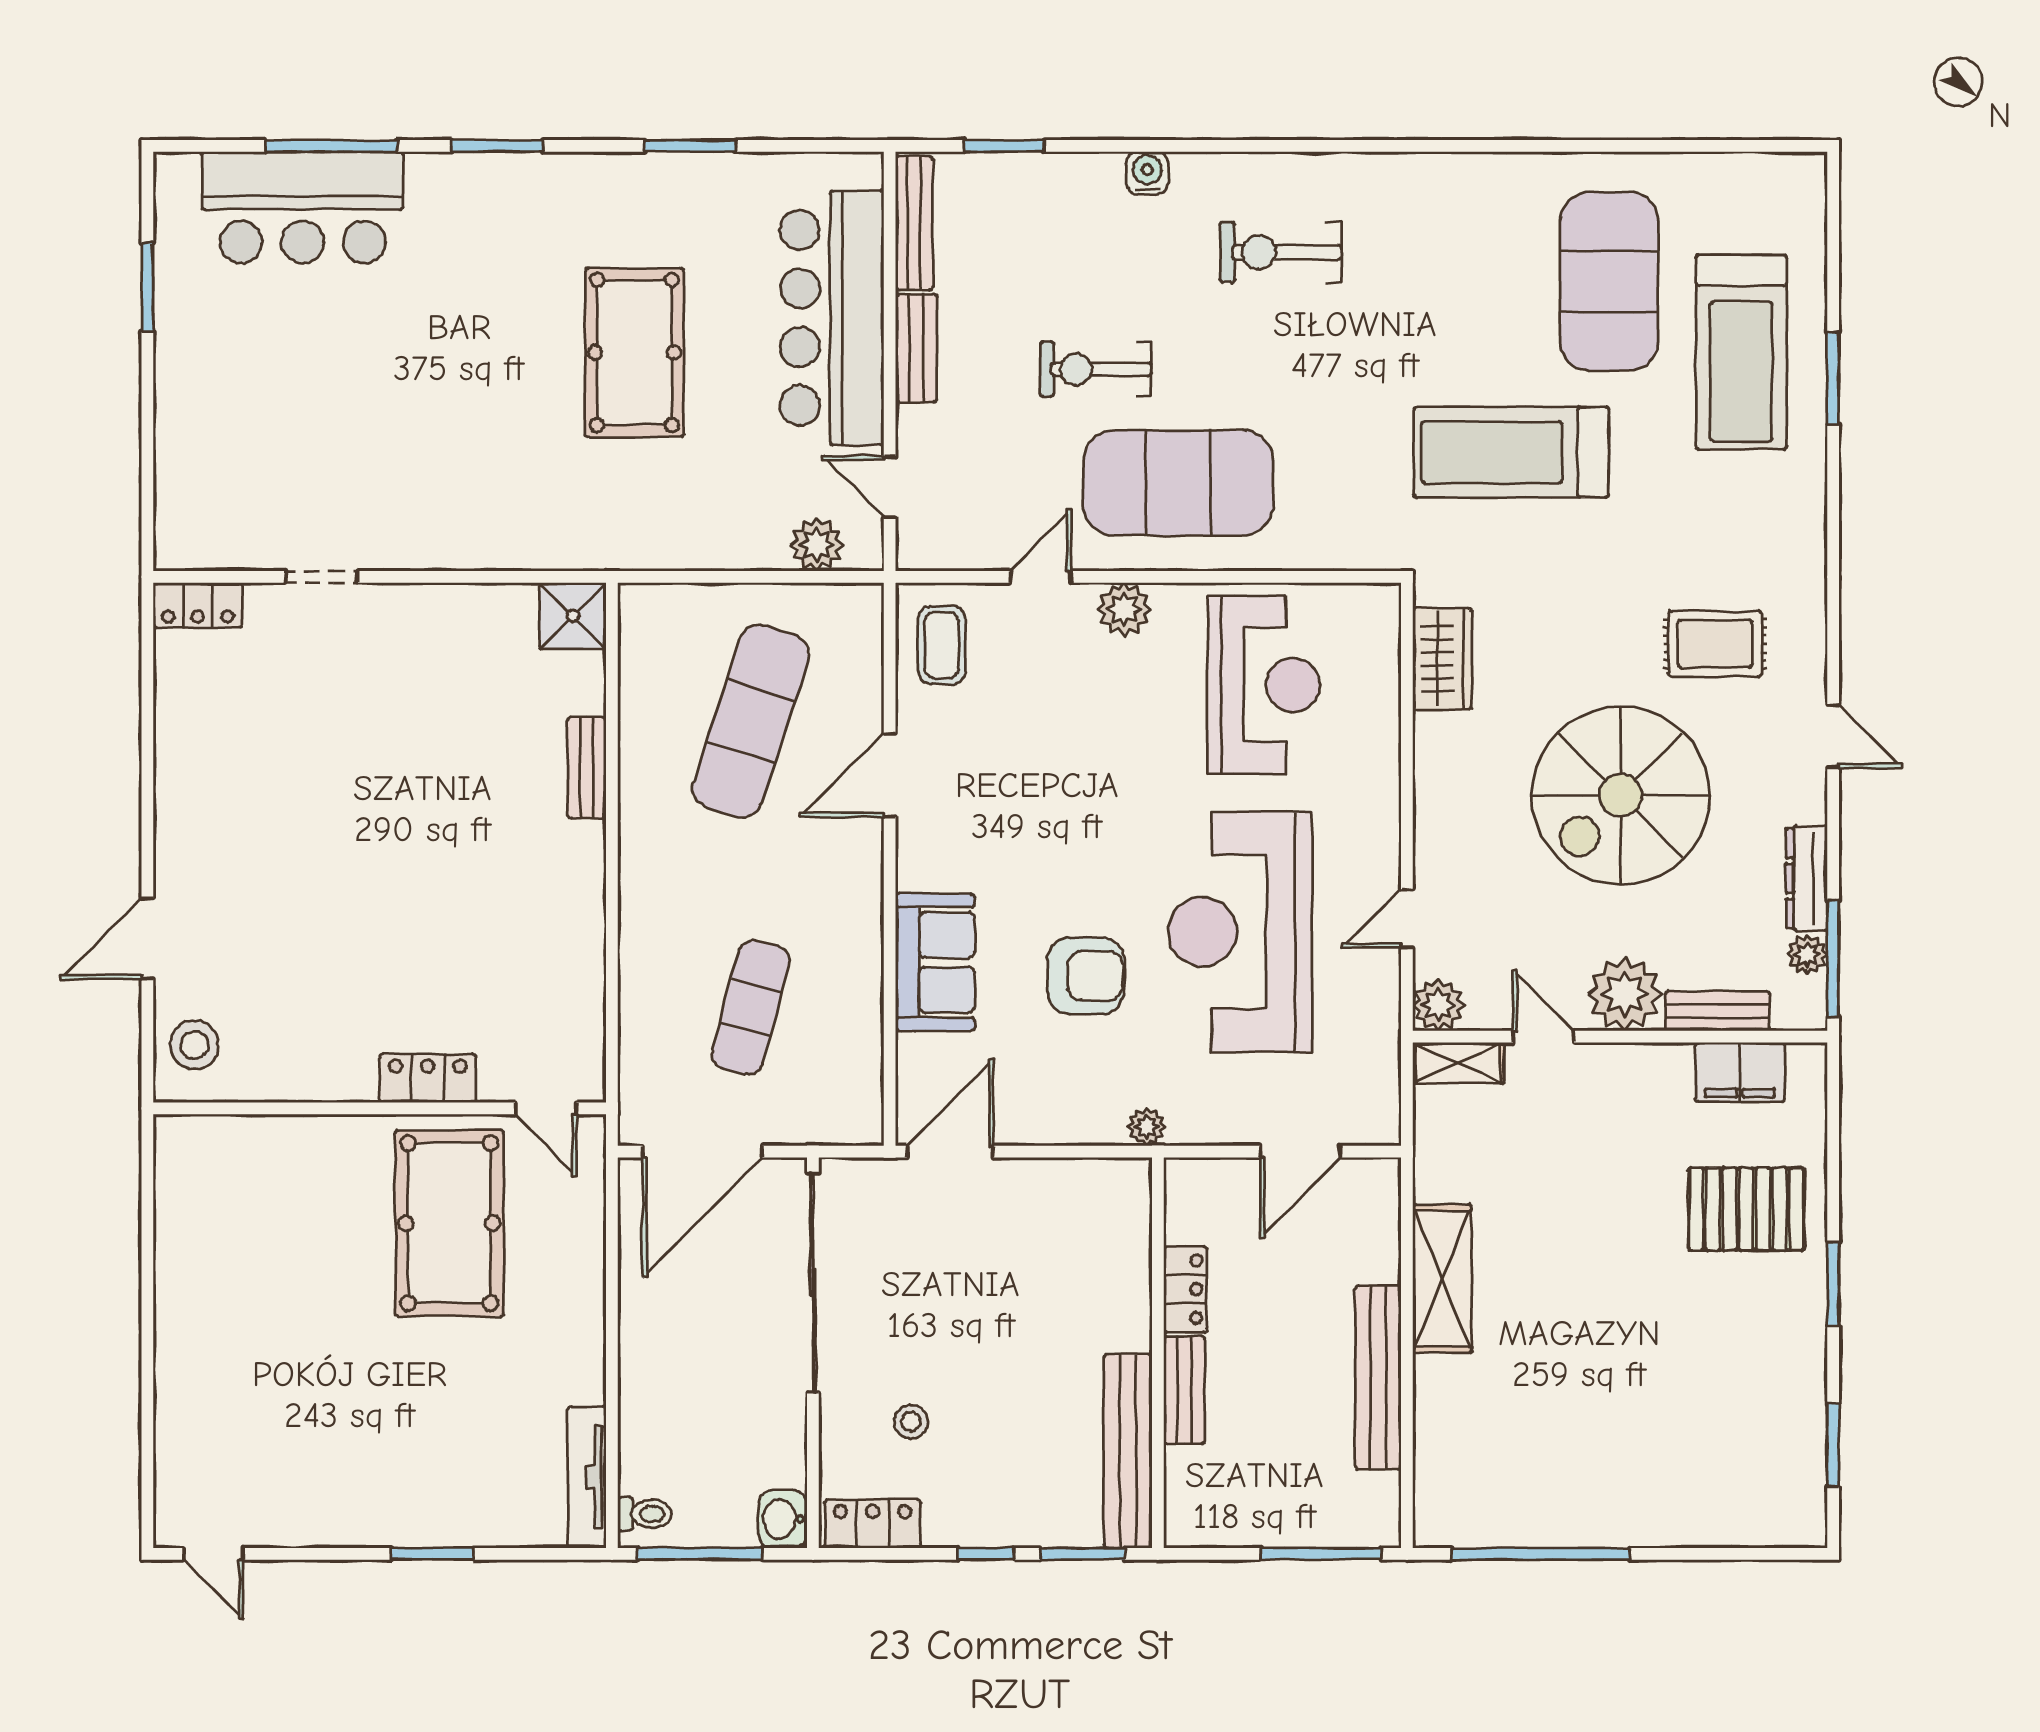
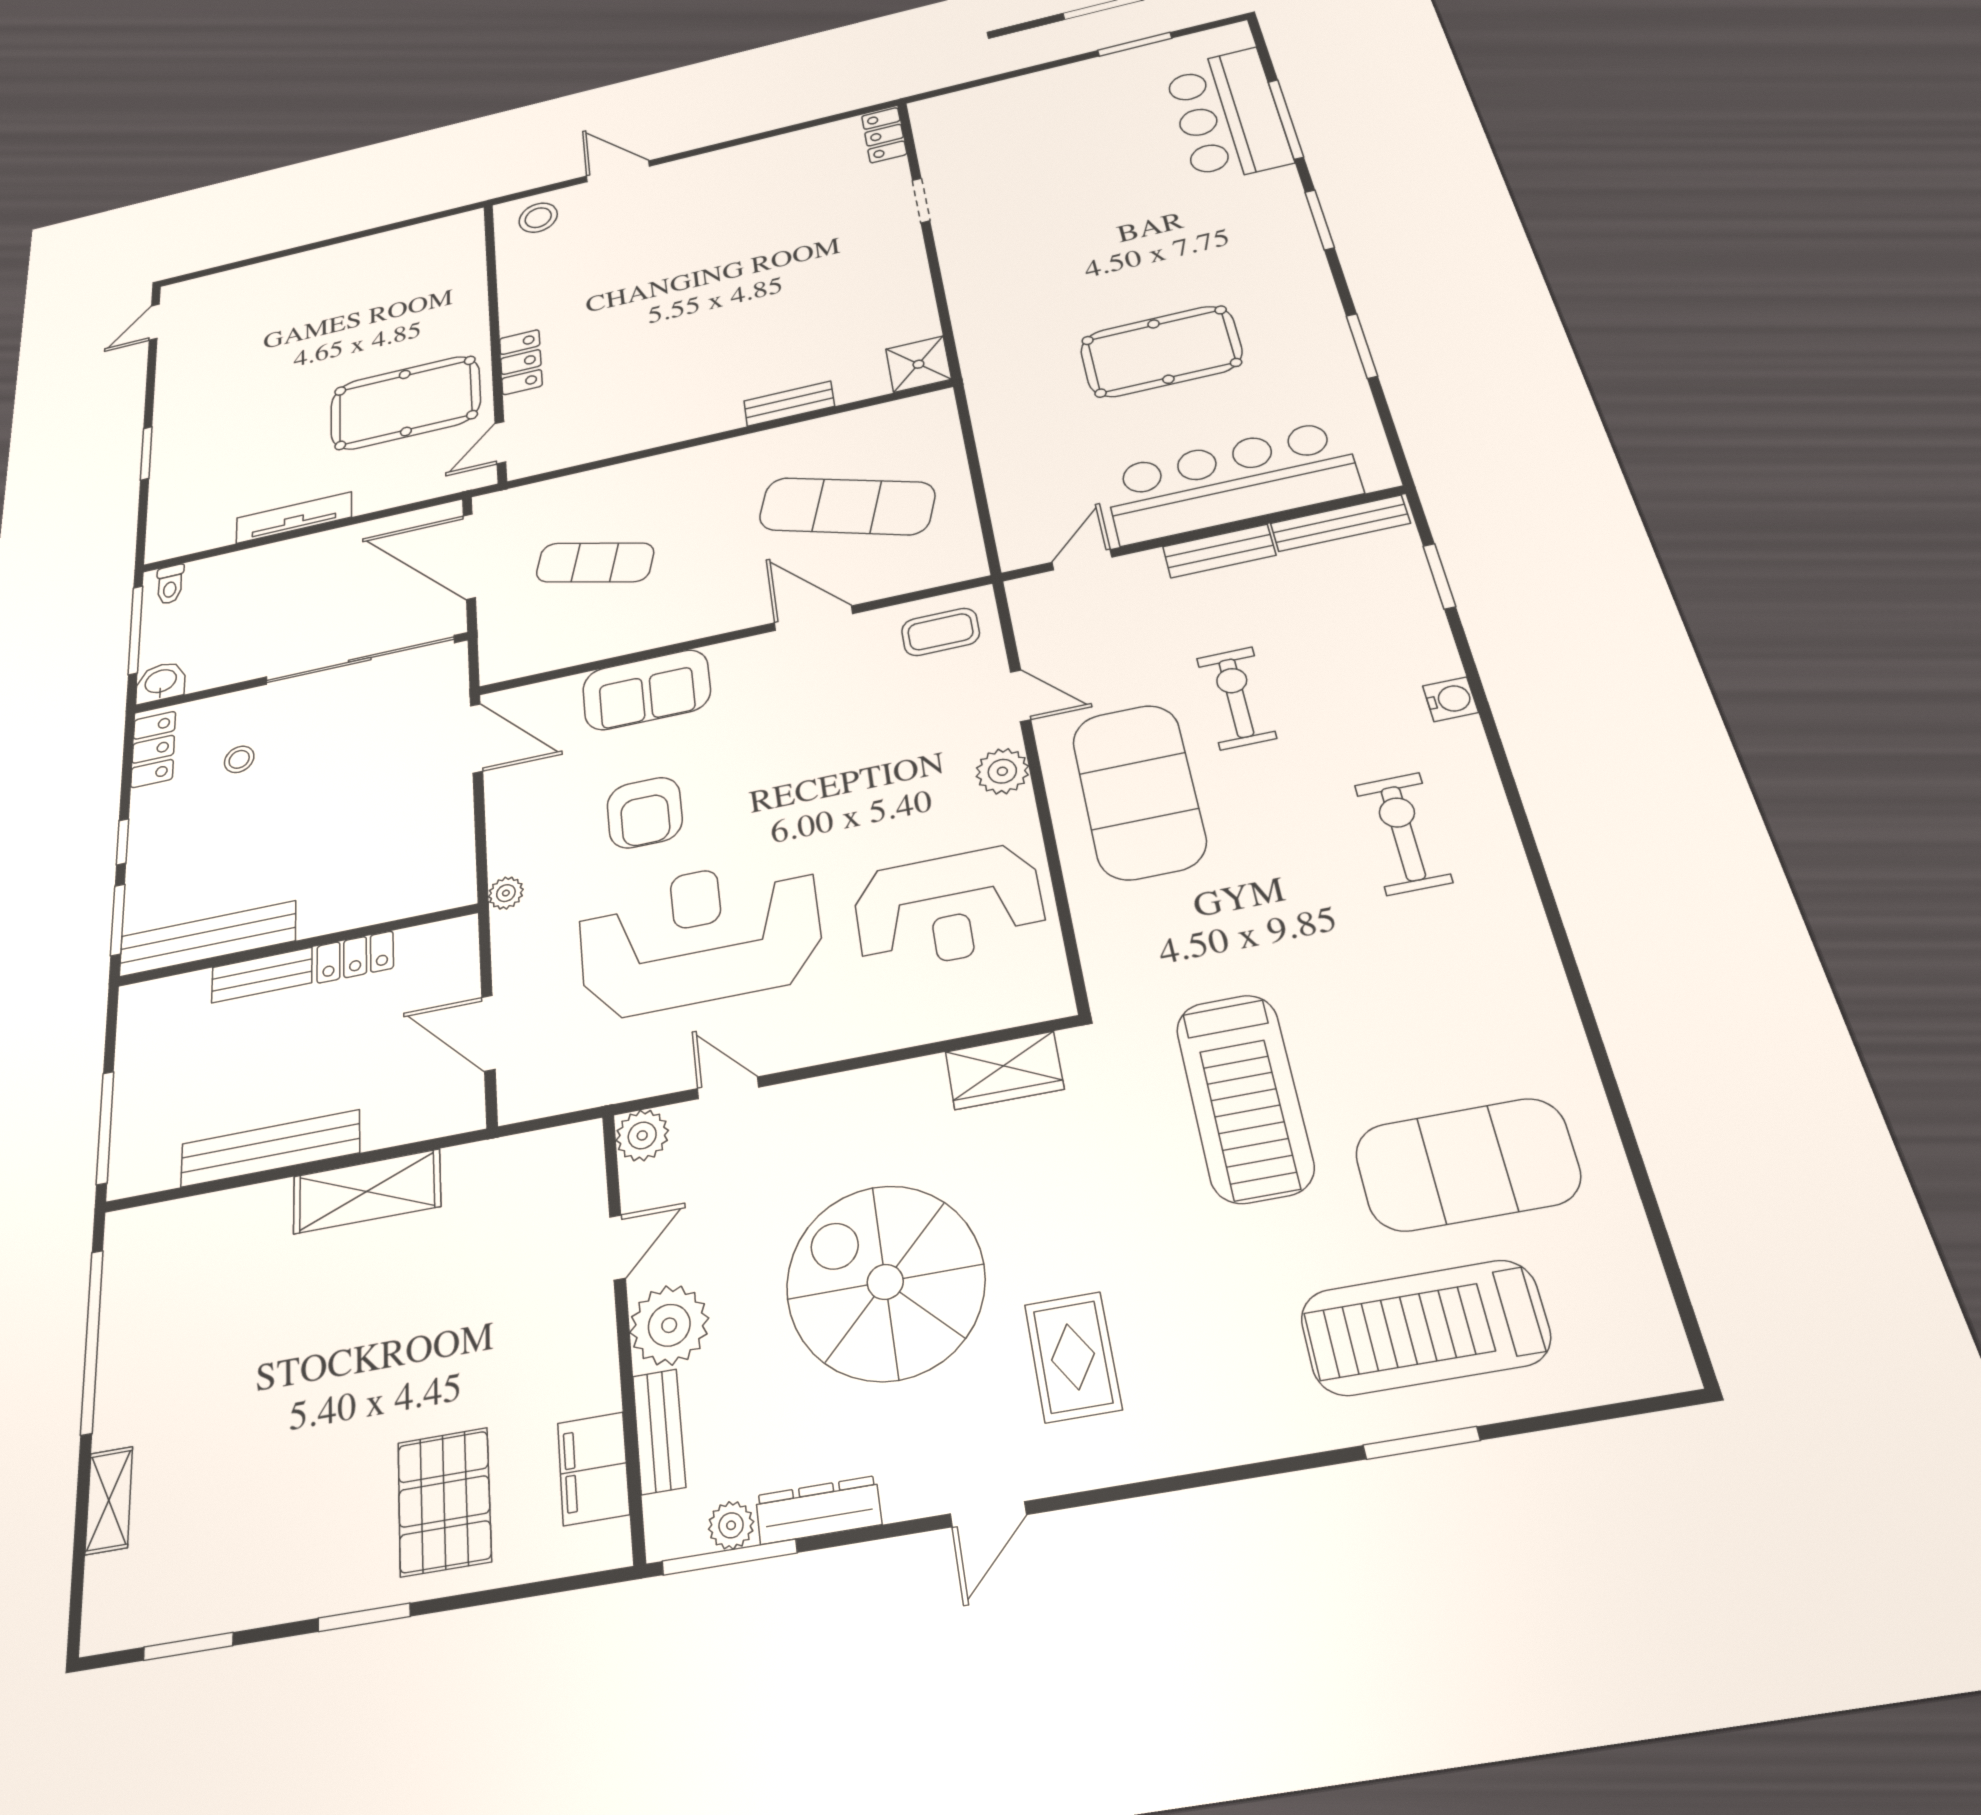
treadmill: (1511, 452) -> (1244, 1097), turned 180
plant: (817, 545) -> (1016, 518), removed
shelving: (1458, 1063) -> (109, 1500), moved
tv unit: (587, 1477) -> (294, 518), moved

